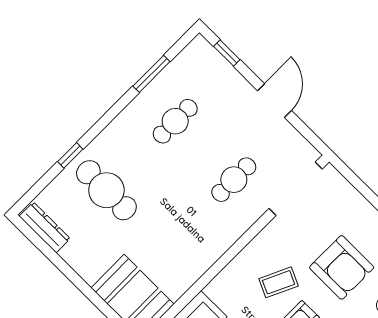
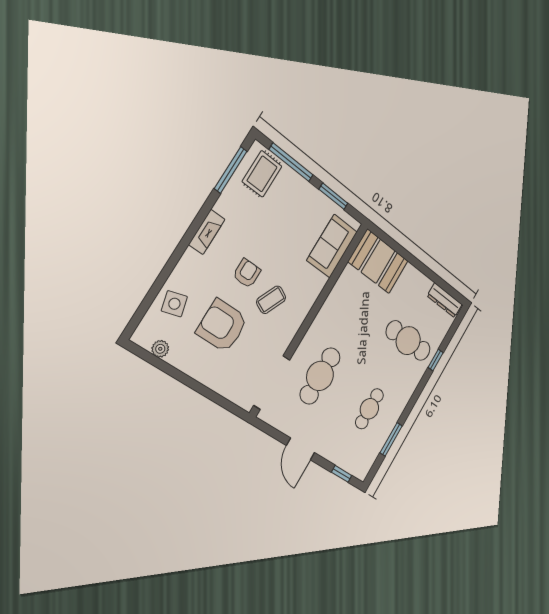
cafe table: (234, 180) -> (320, 376), width x1.37, depth x1.35

